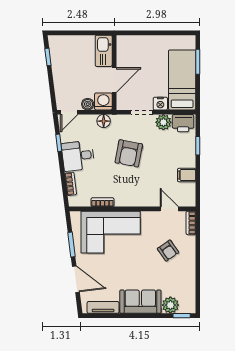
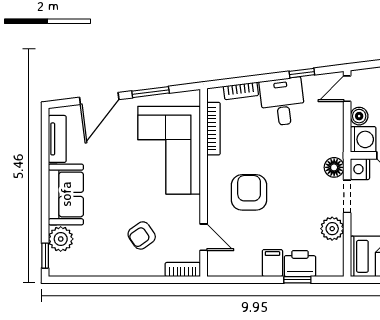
nightstand: (160, 104) -> (360, 169), moved
door: (69, 112) -> (347, 89), hinge flipped
floor lamp: (104, 121) -> (334, 167), moved
printer: (183, 123) -> (300, 264), moved, turned 90
armchair: (129, 153) -> (249, 192), moved, turned 79
filing cabinet: (187, 175) -> (272, 263), moved
bookcase: (102, 202) -> (214, 129), width x1.56
door: (169, 209) -> (204, 237), hinge flipped

